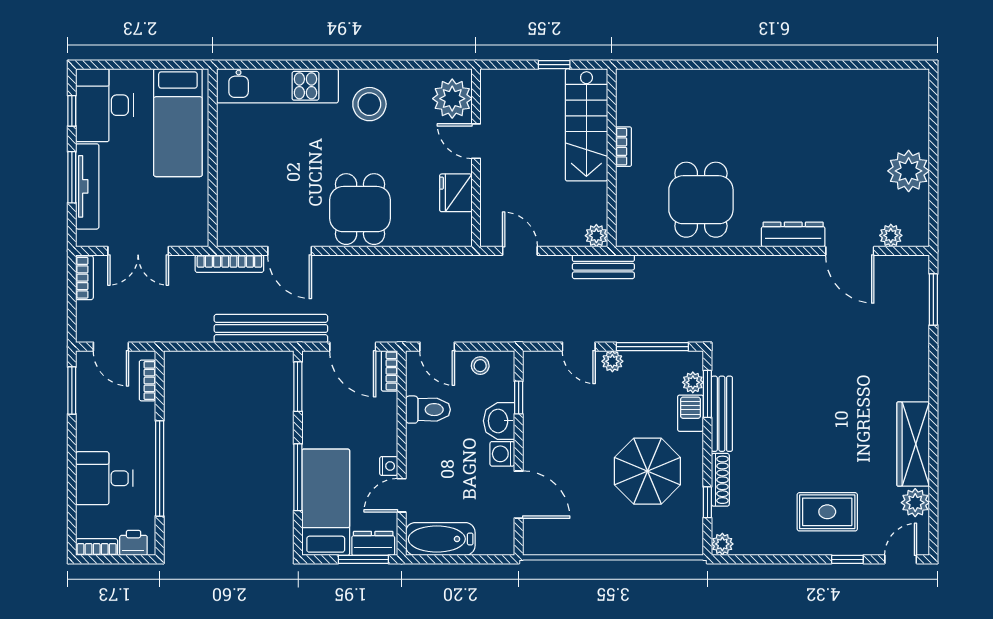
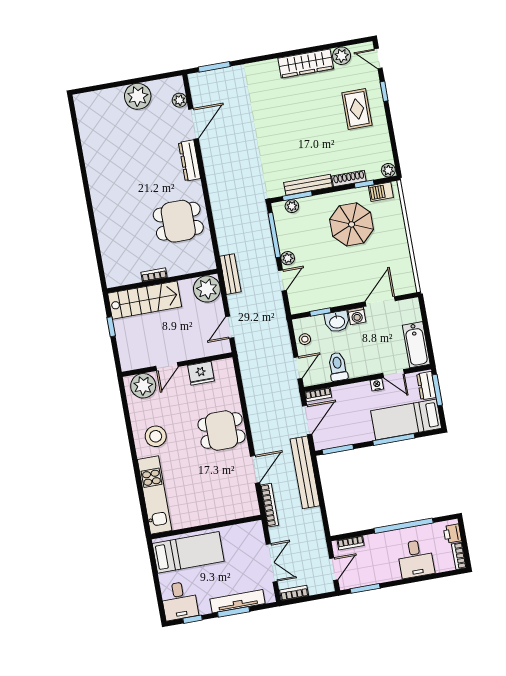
desk: (104, 105) -> (179, 601), width x0.73
plant: (596, 236) -> (207, 289), width x1.87, depth x1.87
barbecue: (690, 413) -> (381, 192), moved

